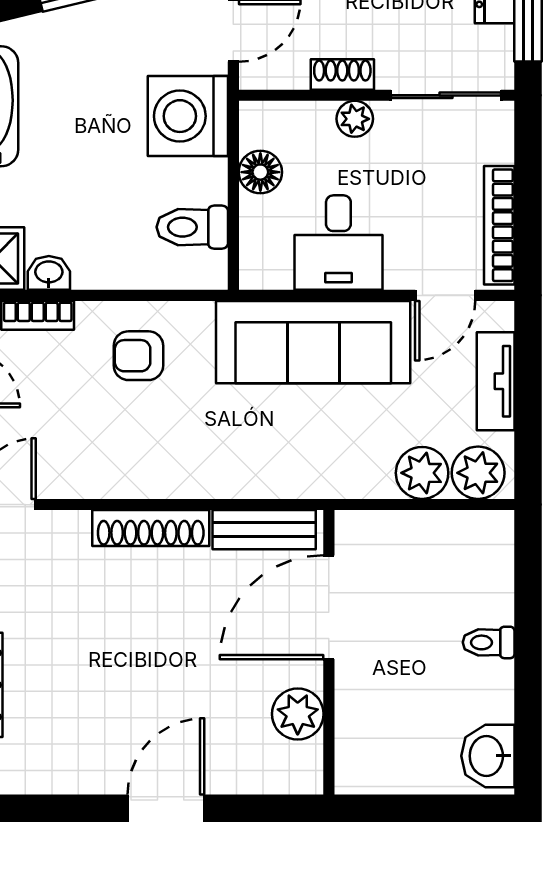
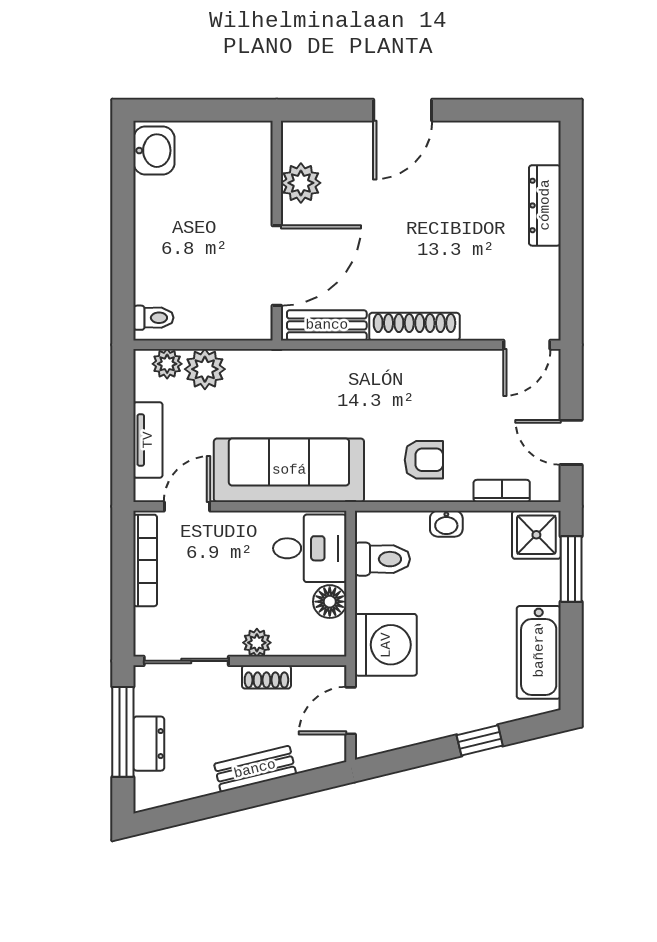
desk: (338, 243) -> (310, 548), moved, turned 90
washbasin: (49, 273) -> (446, 524), moved
plant: (478, 473) -> (167, 364), width x0.73, depth x0.73
toilet: (489, 642) -> (153, 318), moved

